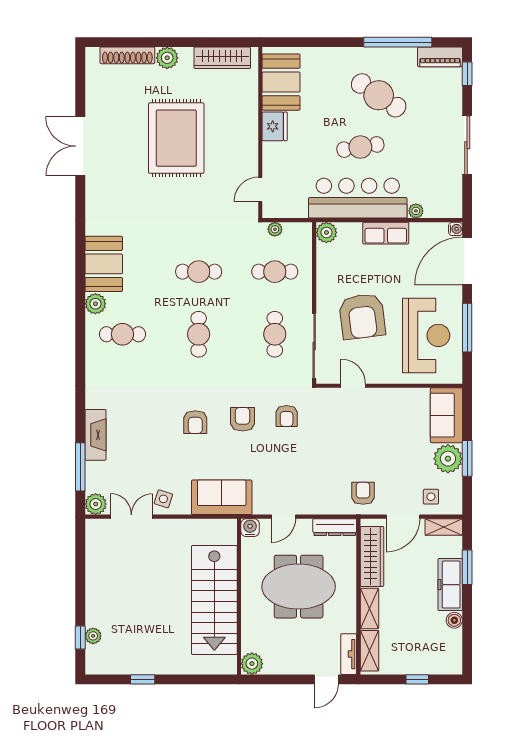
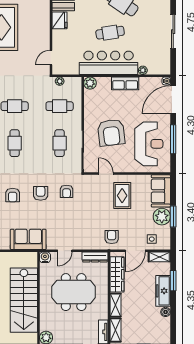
rug: (381, 423) -> (122, 196), added

